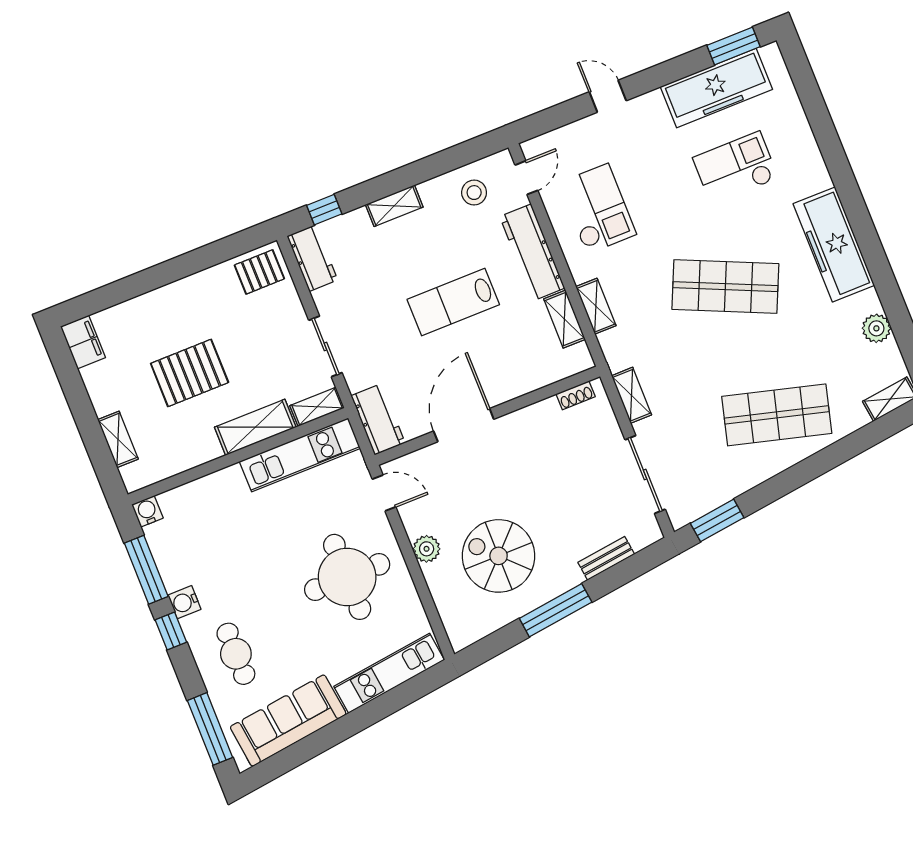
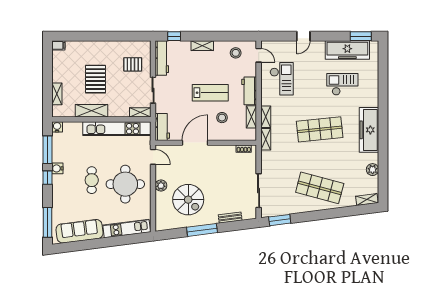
door: (608, 96) -> (303, 36), swing flipped
door: (526, 178) -> (259, 55), hinge flipped
workbench: (532, 252) -> (249, 91), width x0.73
workbench: (312, 258) -> (162, 58), width x1.38
pallet: (259, 272) -> (133, 64), moved
shop shelf: (725, 287) -> (320, 129), turned -30
lab bench: (453, 302) -> (210, 93), turned 180
filing cabinet: (83, 342) -> (58, 45), width x0.50
stool: (501, 346) -> (222, 118), added
pallet: (190, 373) -> (95, 79), turned 90
shelving: (632, 395) -> (266, 139), moved
shelving: (255, 427) -> (91, 111), moved
kitchen unit: (300, 455) -> (117, 129), width x1.36
spiral stairs: (499, 556) -> (188, 200), turned 180
cafe table: (236, 654) -> (92, 180), moved

